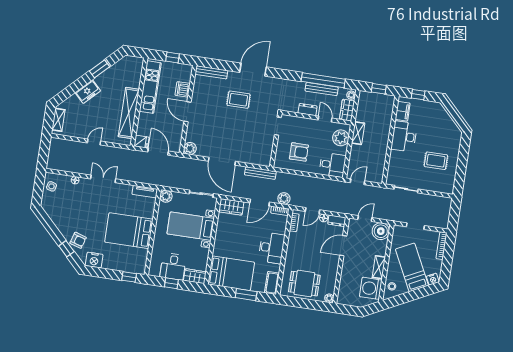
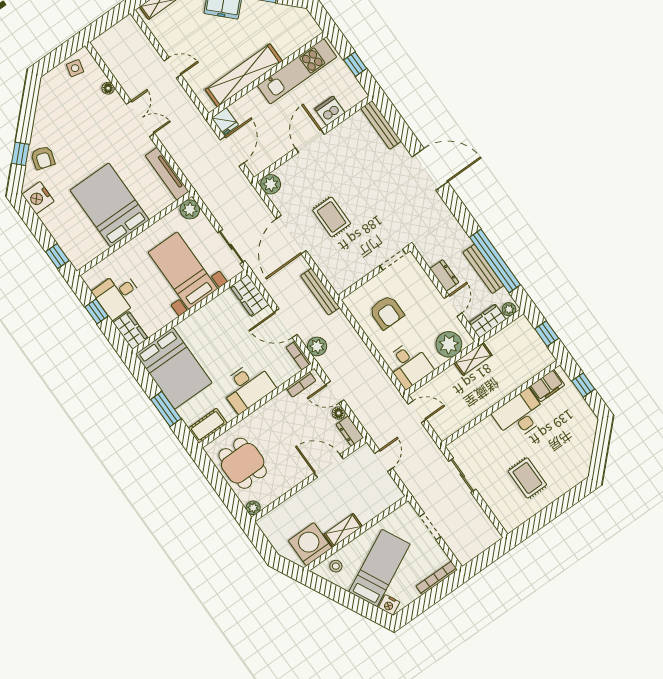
rug: (239, 100) -> (332, 217), moved
tv unit: (145, 192) -> (167, 174), width x1.41
door: (365, 218) -> (383, 461), hinge flipped
boiler: (381, 231) -> (386, 493), removed

